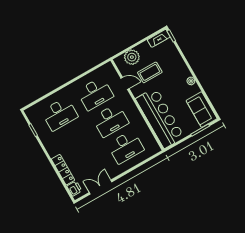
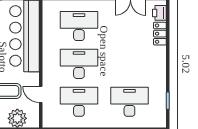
locker: (63, 170) -> (160, 34), width x0.66

